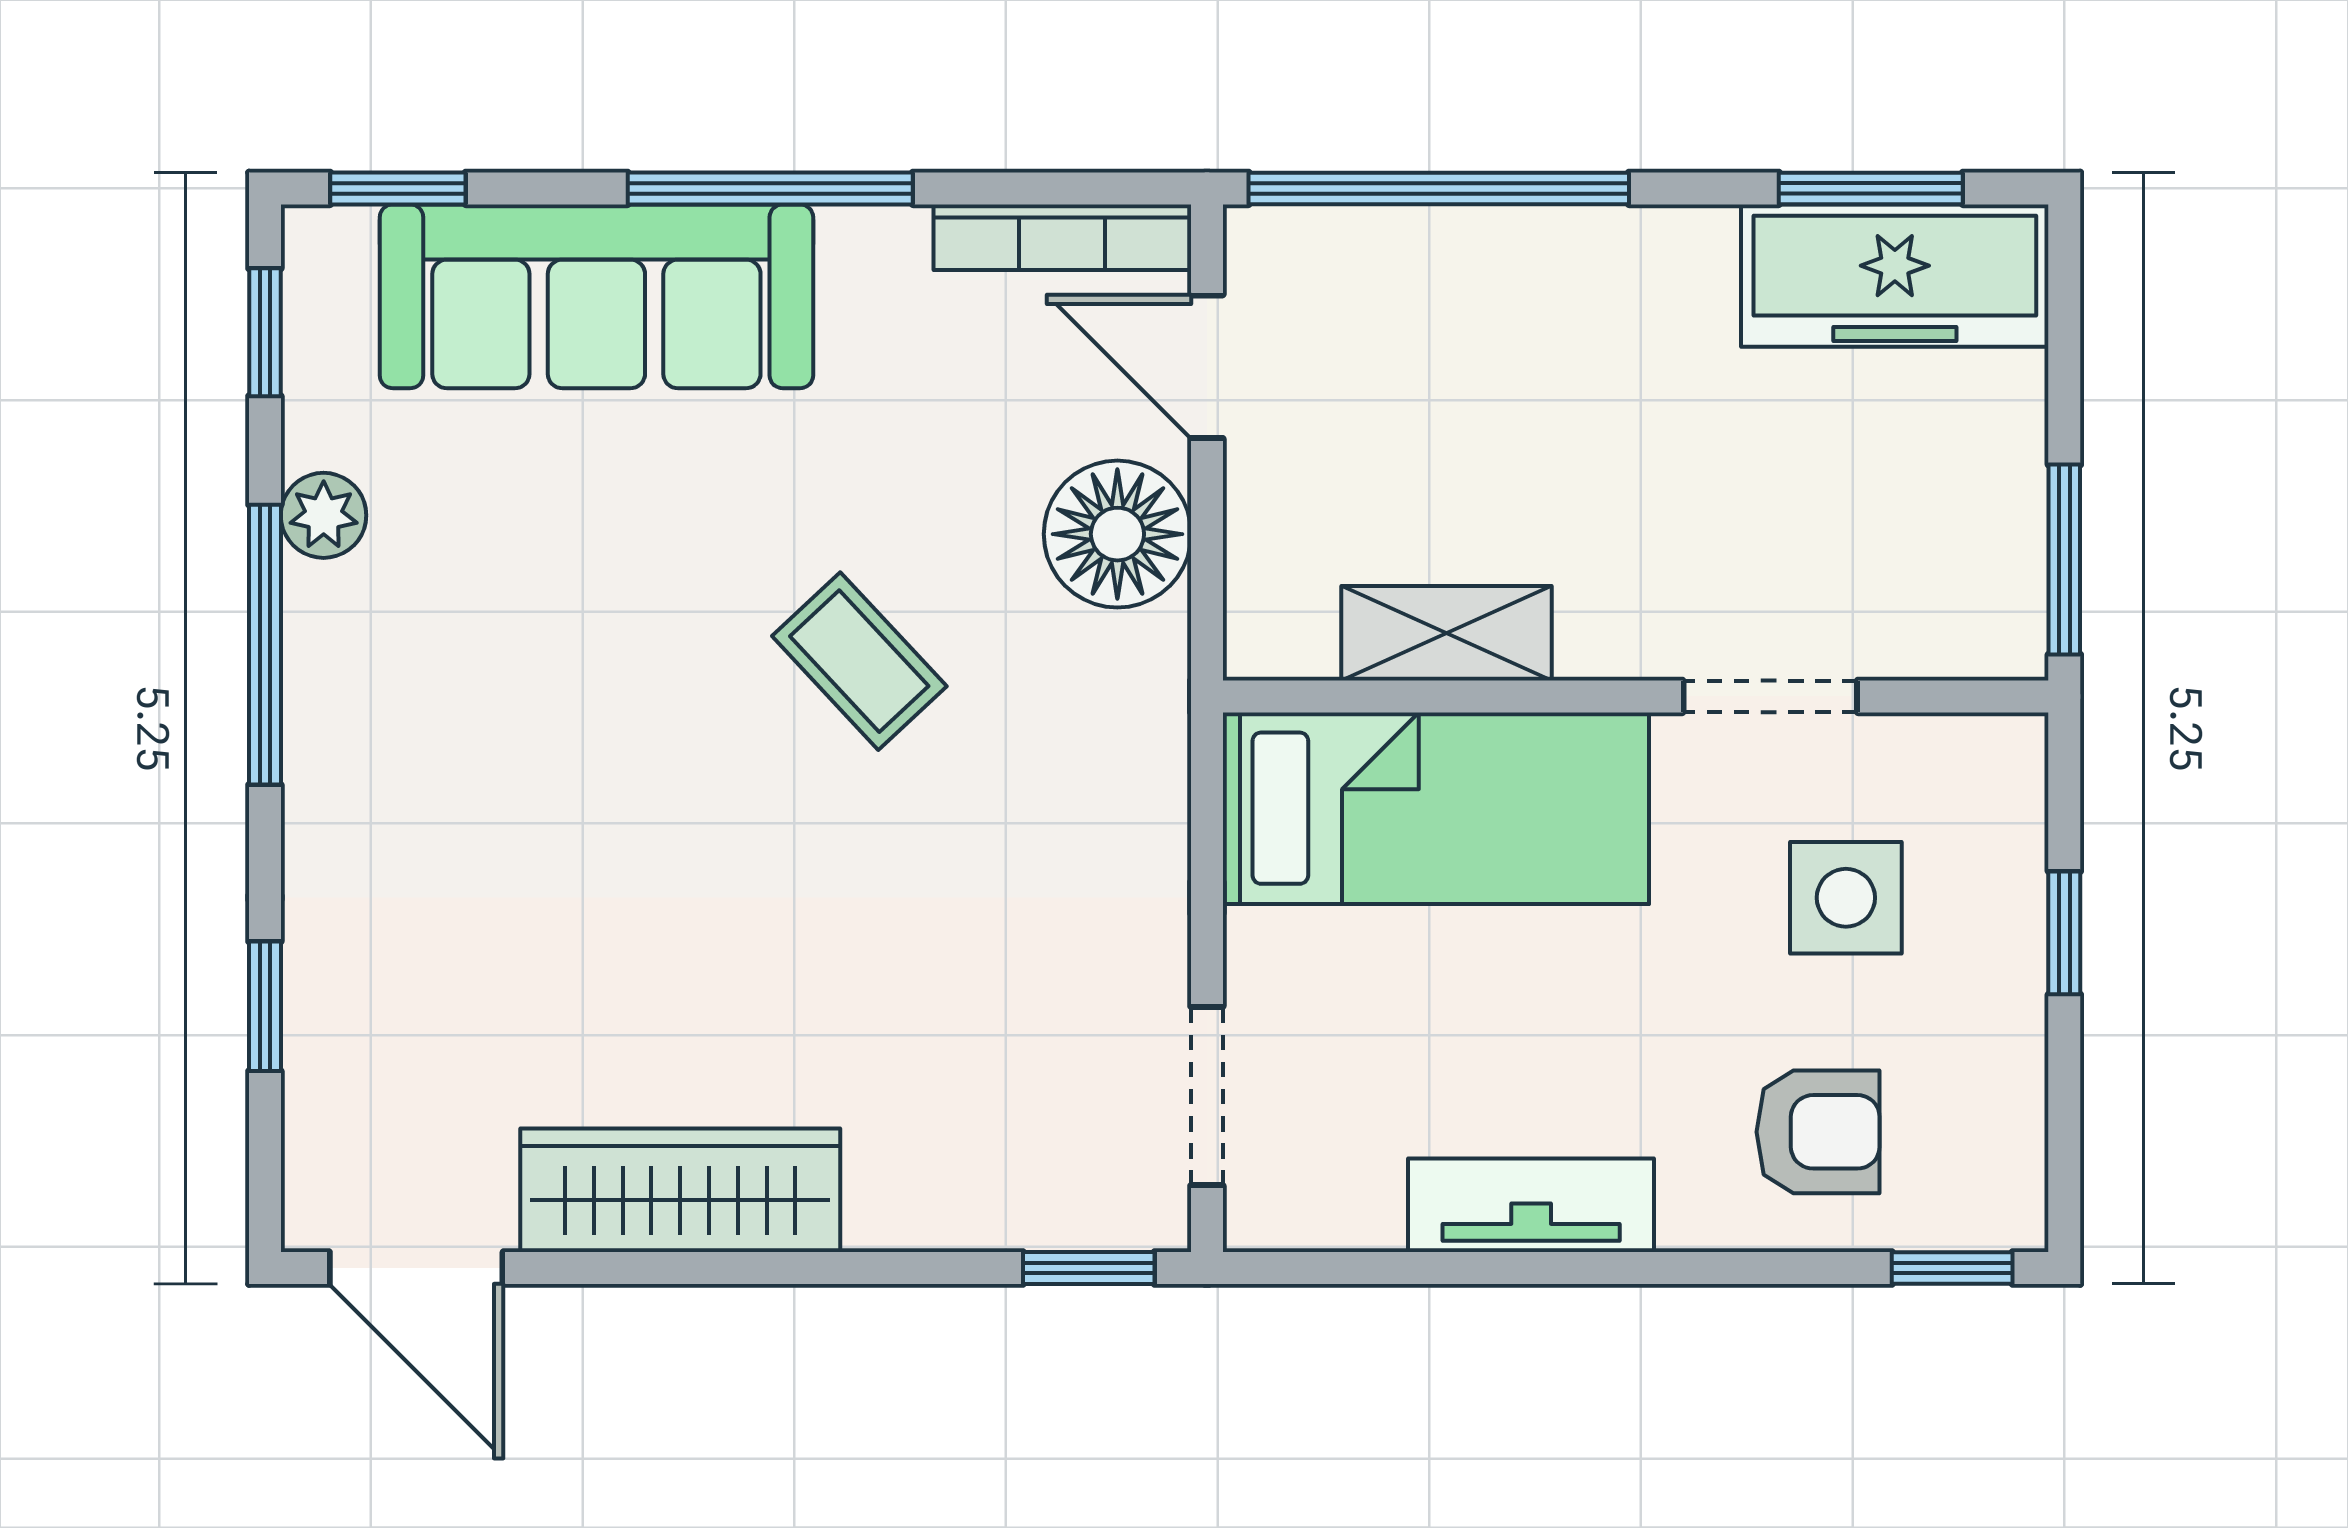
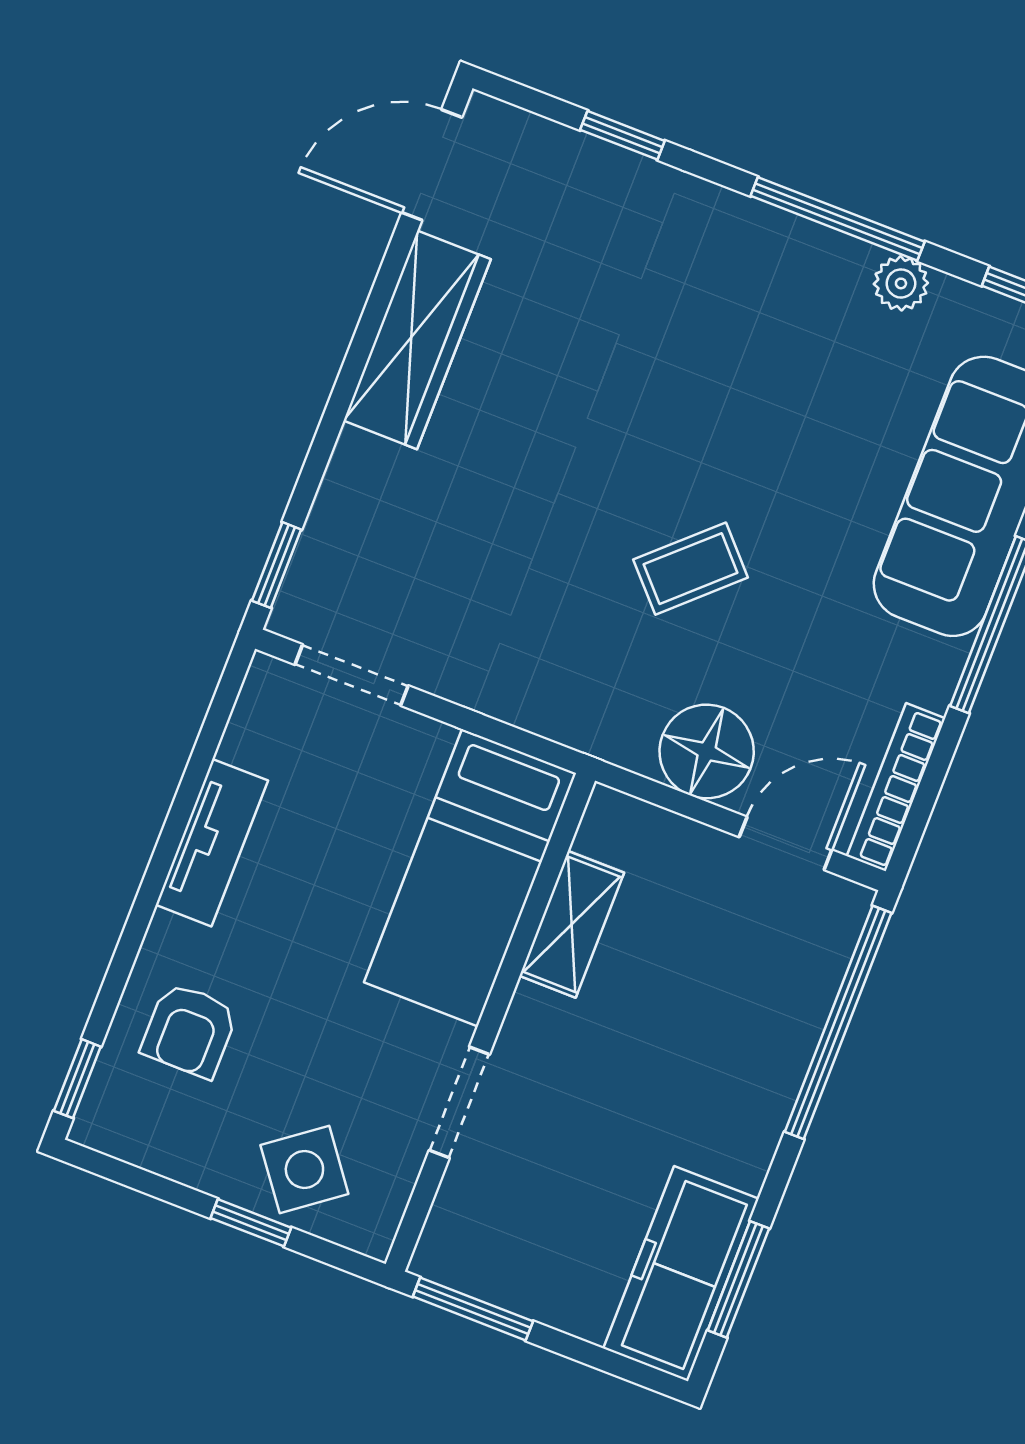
side table: (1846, 898) -> (304, 1169), moved, turned -37

